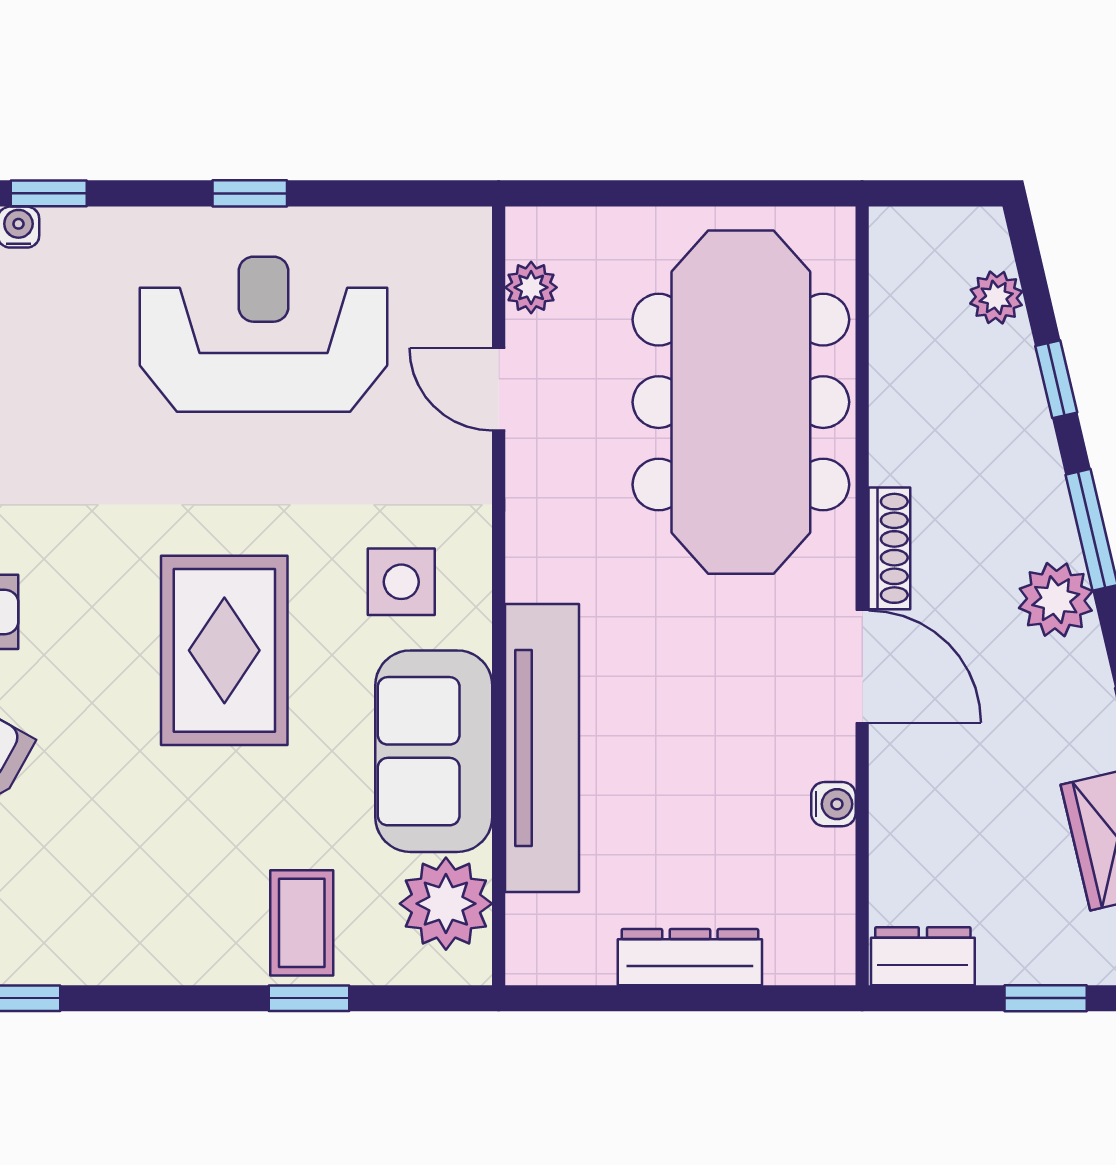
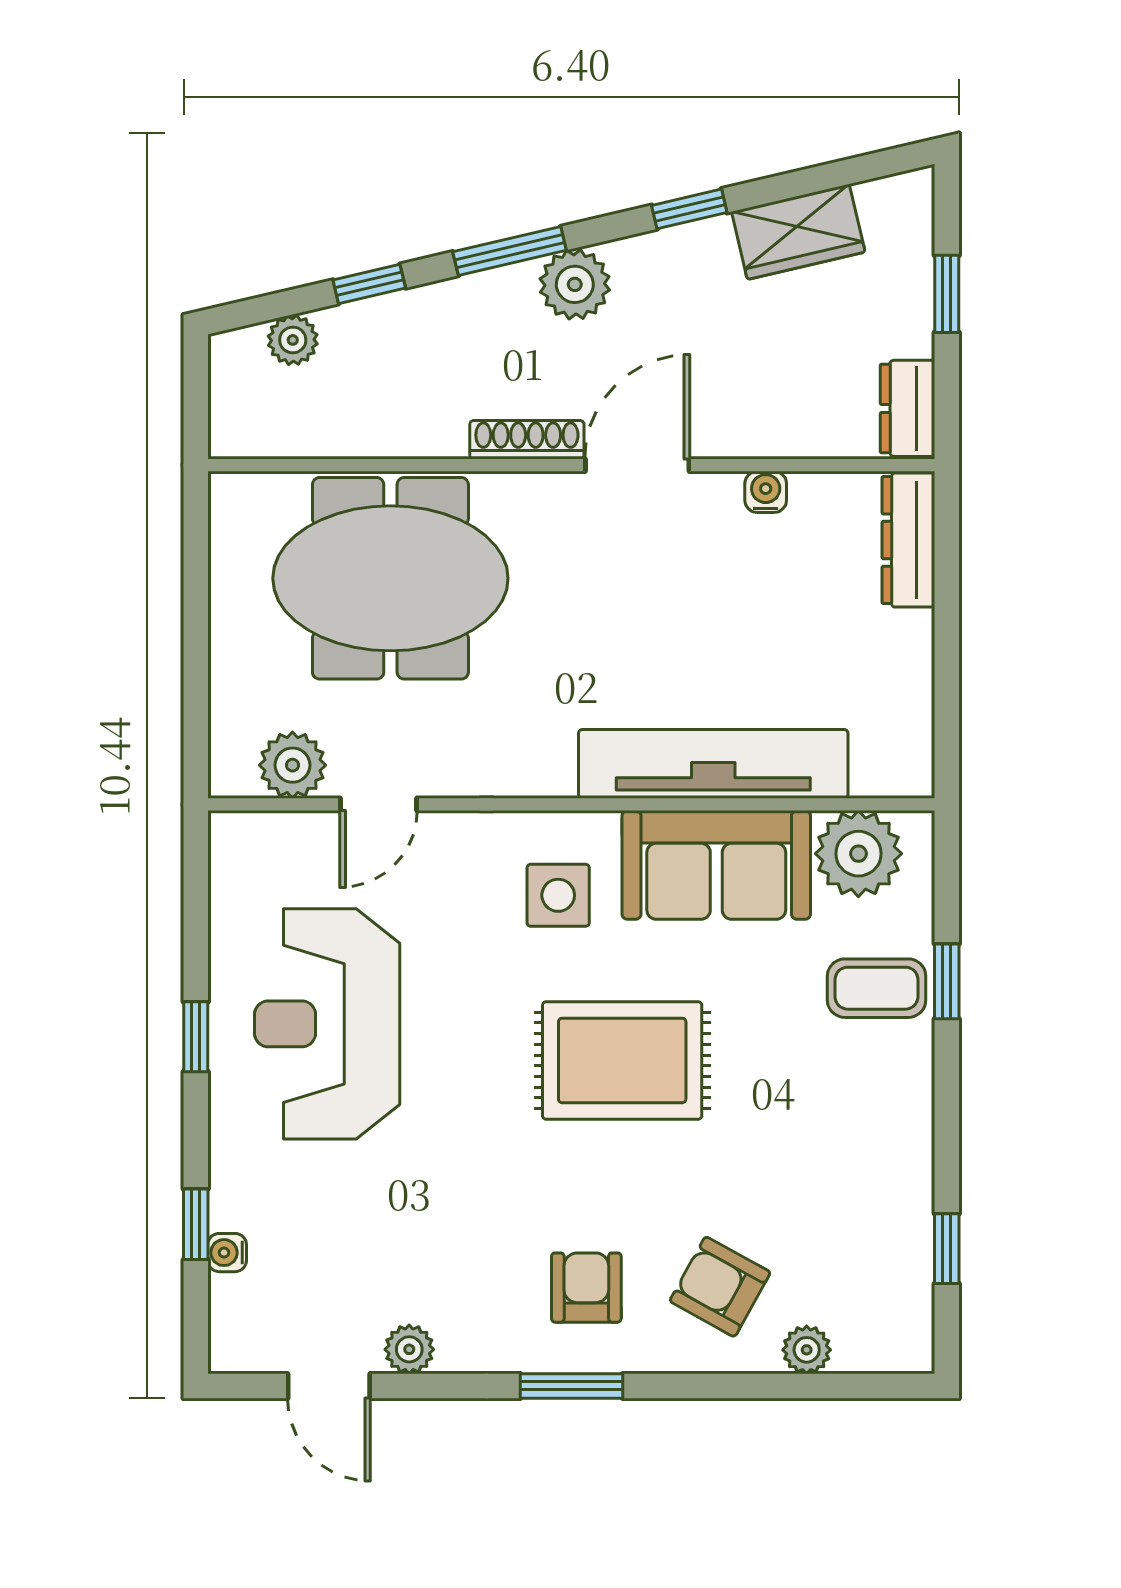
plant: (531, 287) -> (292, 765), width x1.38, depth x1.38
meeting table: (741, 402) -> (390, 578), width x0.73
dresser: (690, 957) -> (908, 540), moved

